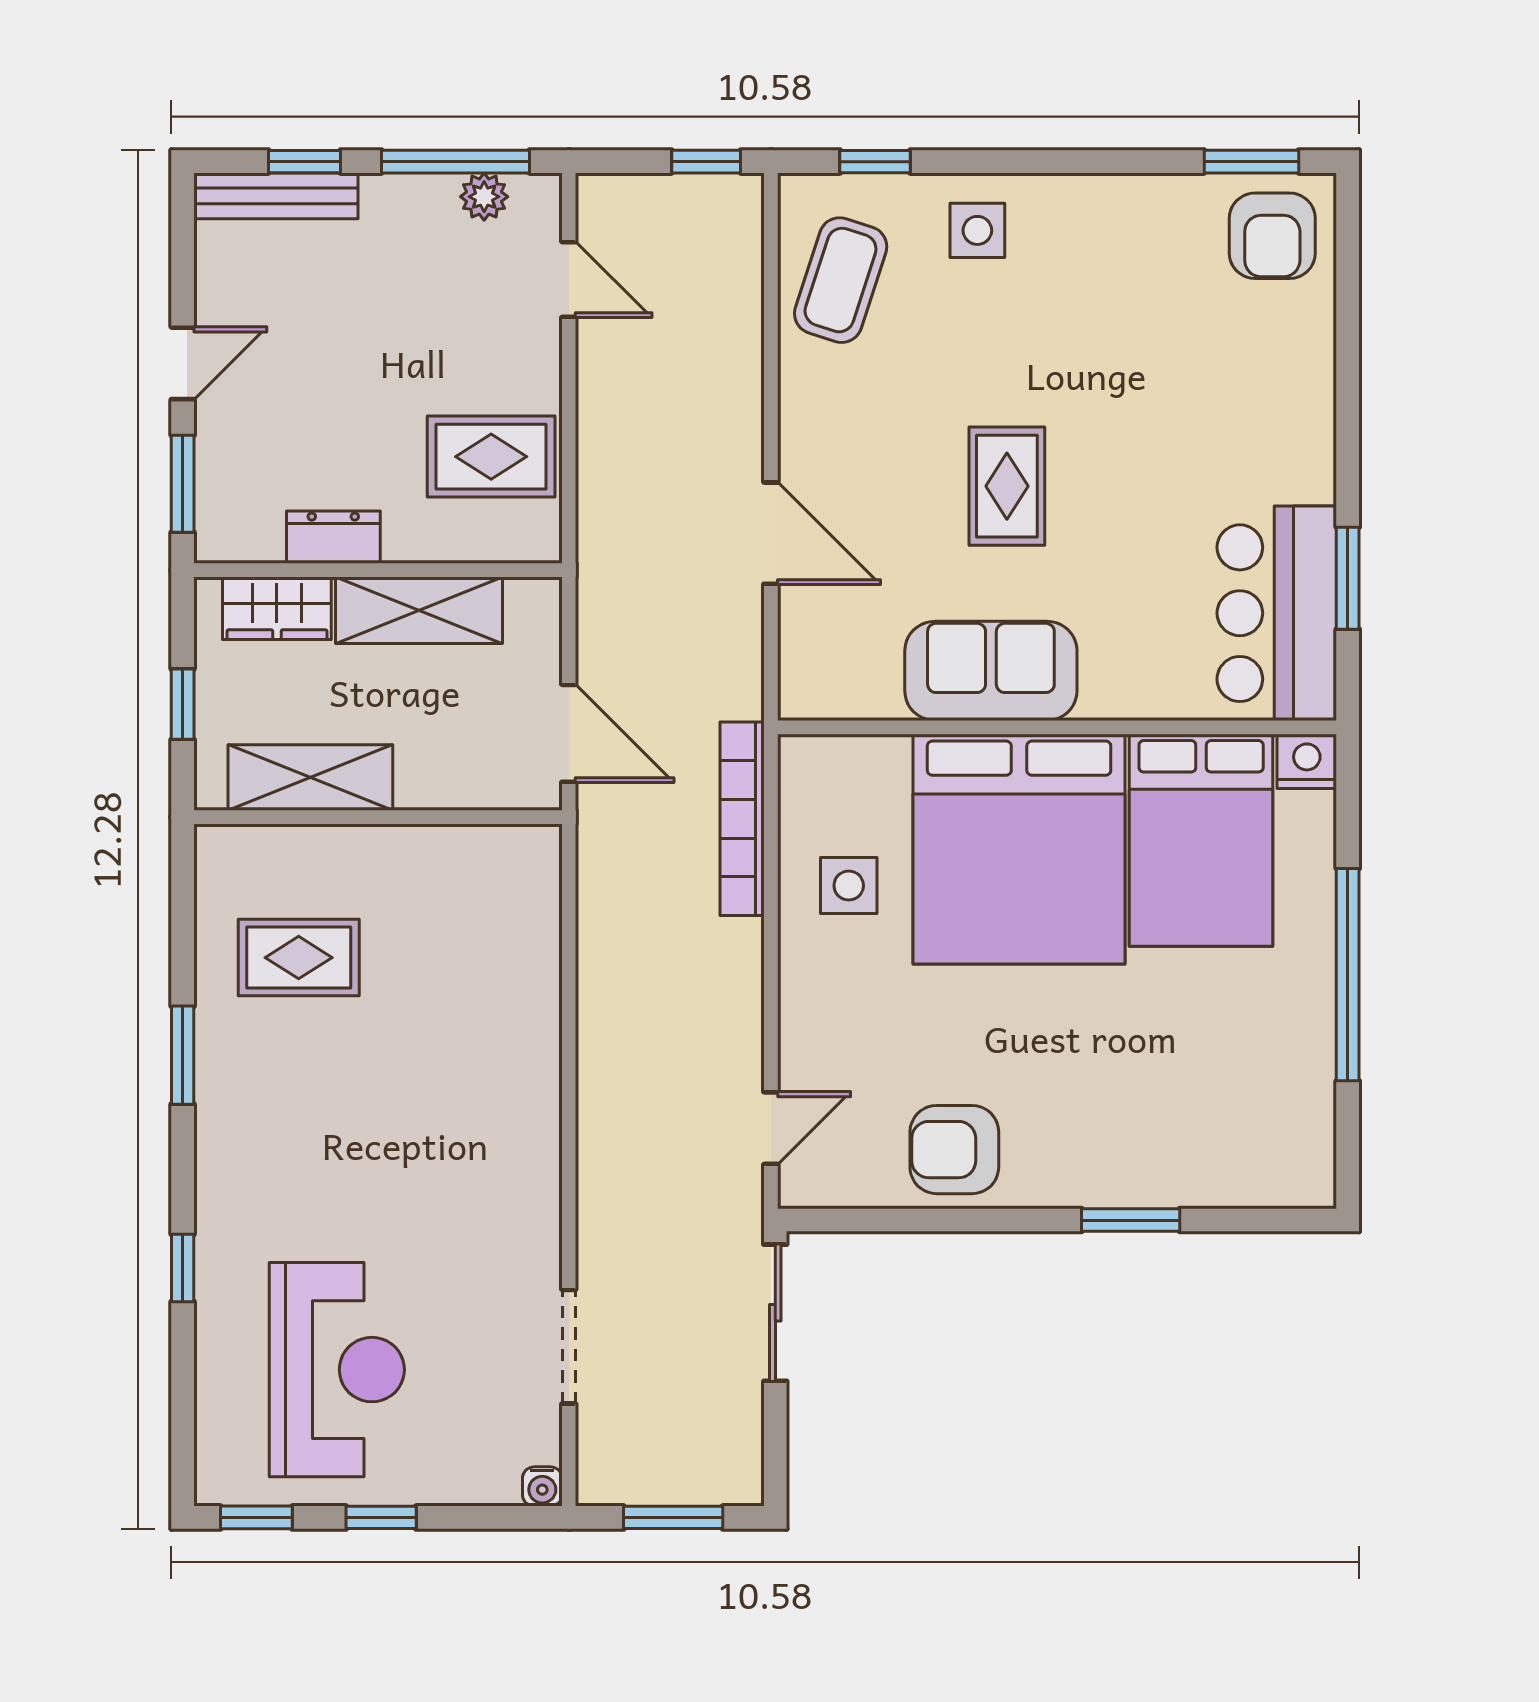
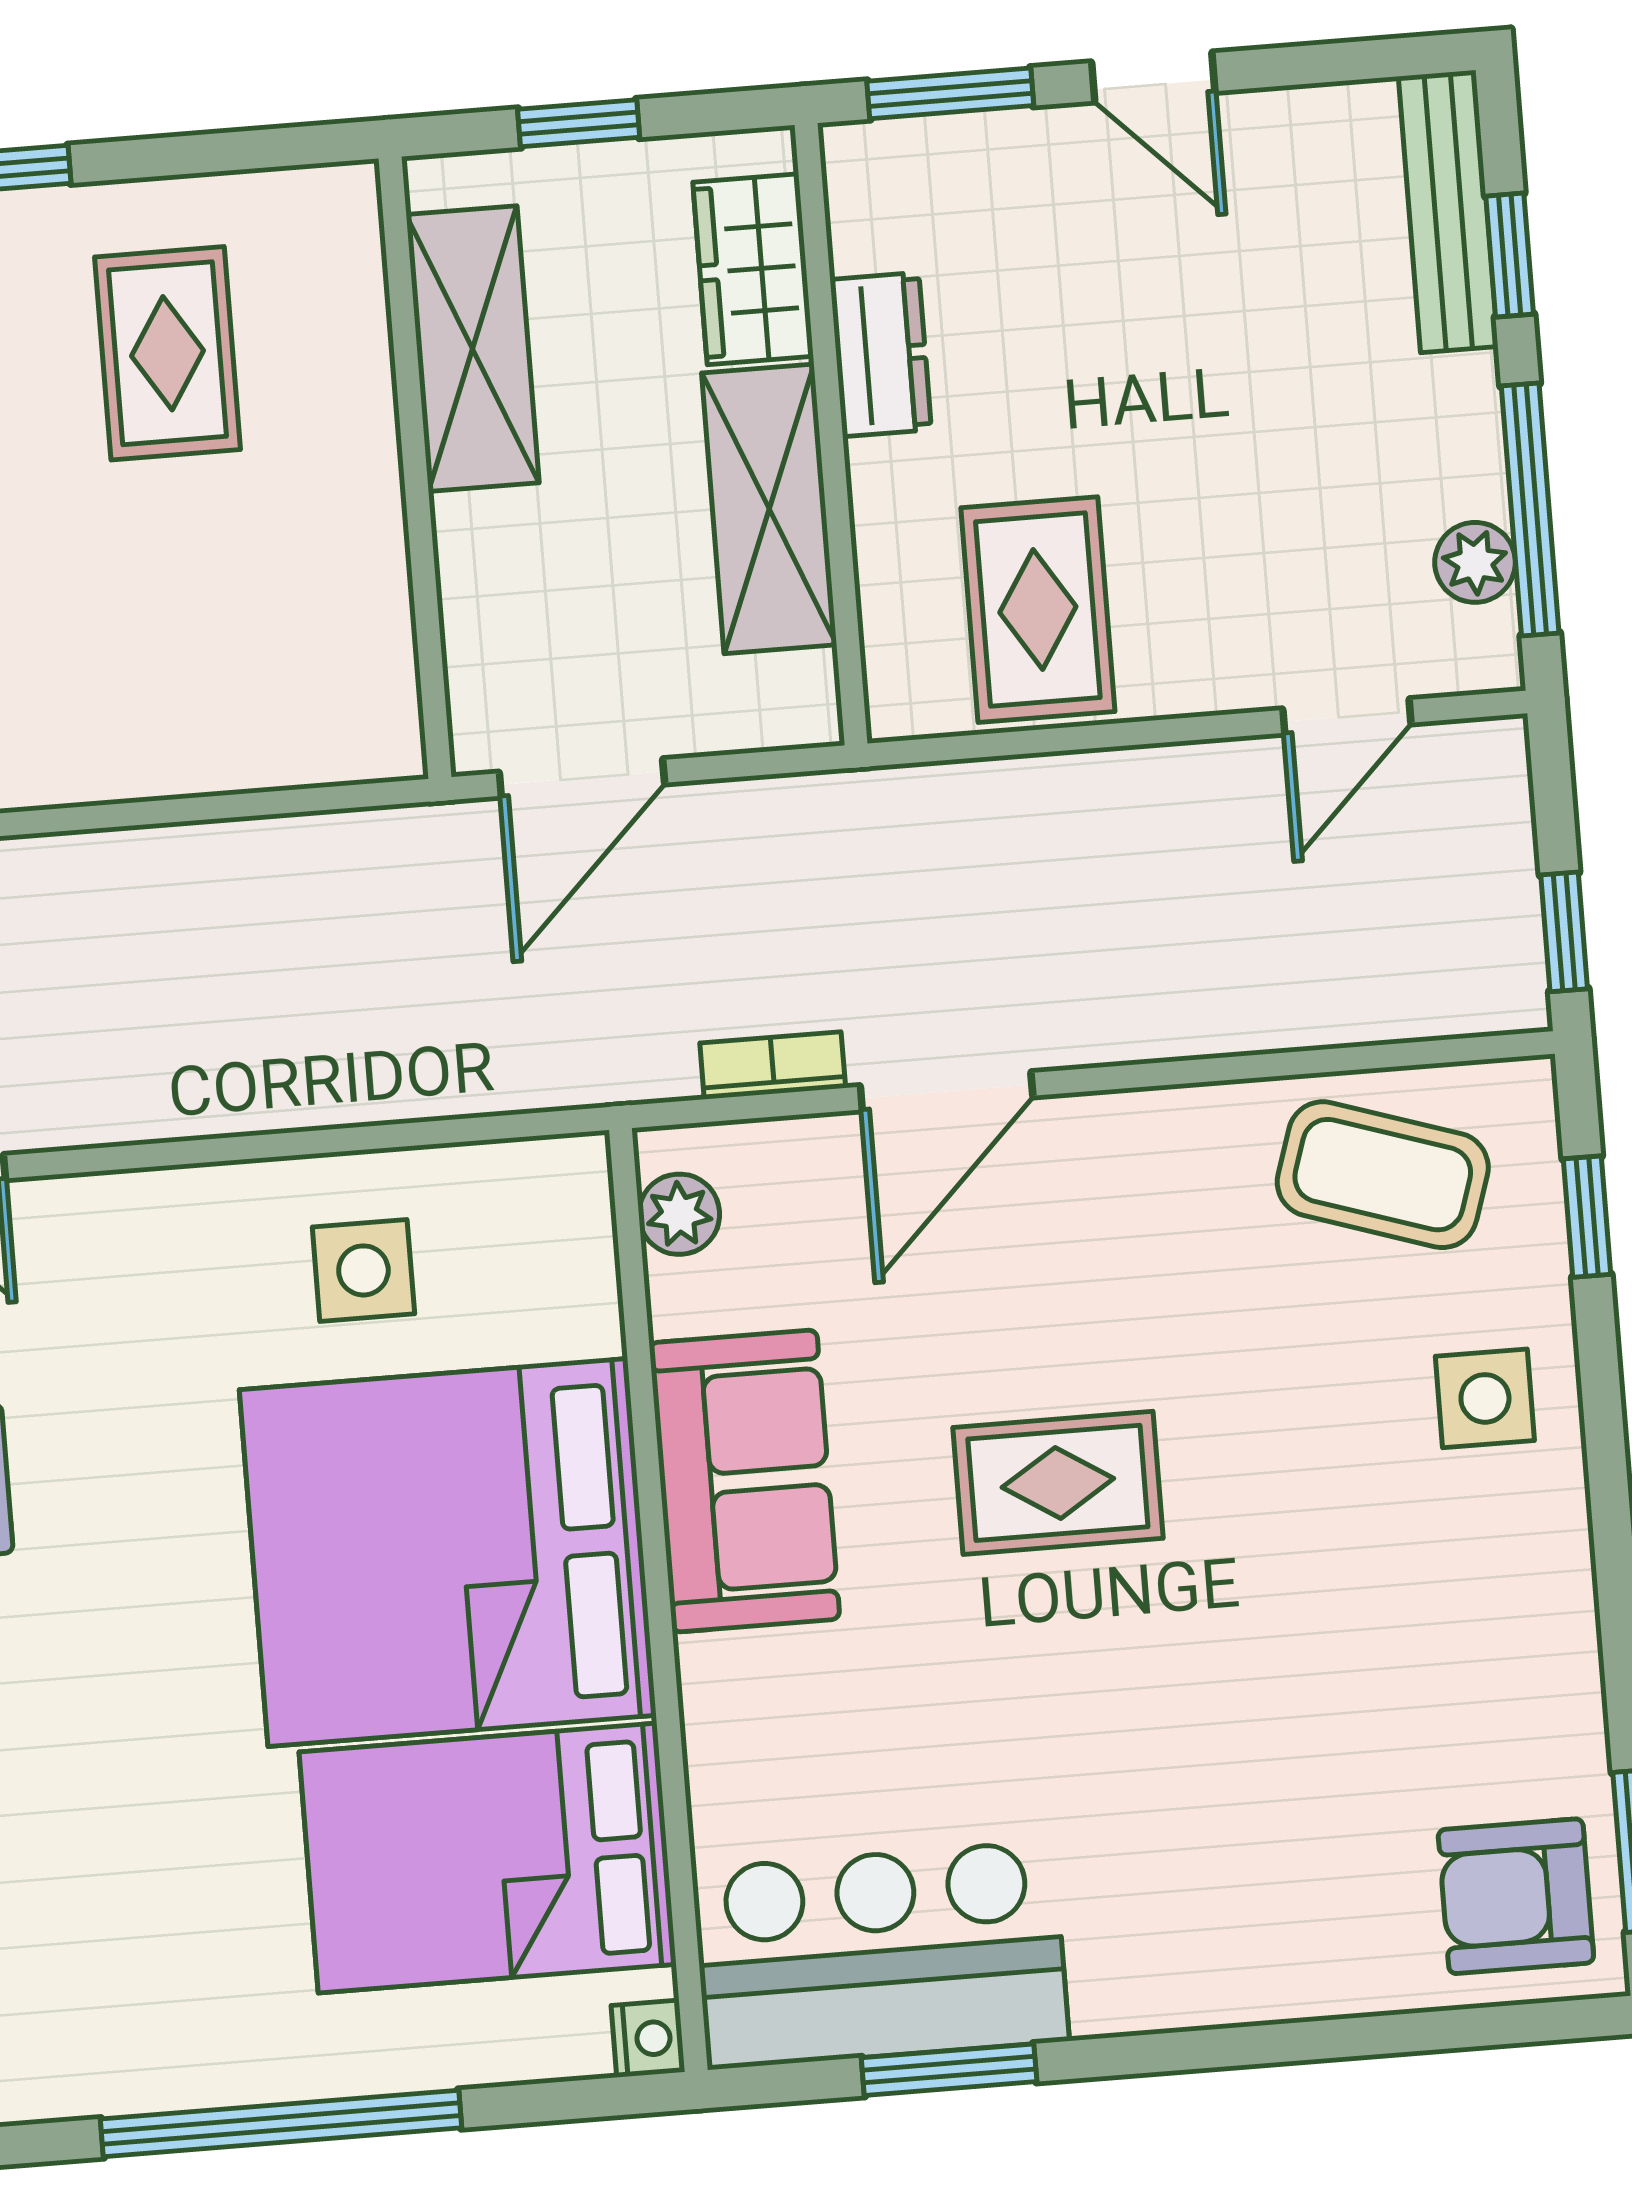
plant: (831, 697) -> (679, 1214), added
nightstand: (1307, 761) -> (648, 2039), width x0.72, depth x0.74
bookcase: (742, 819) -> (773, 1065), moved, width x0.43, depth x0.76

